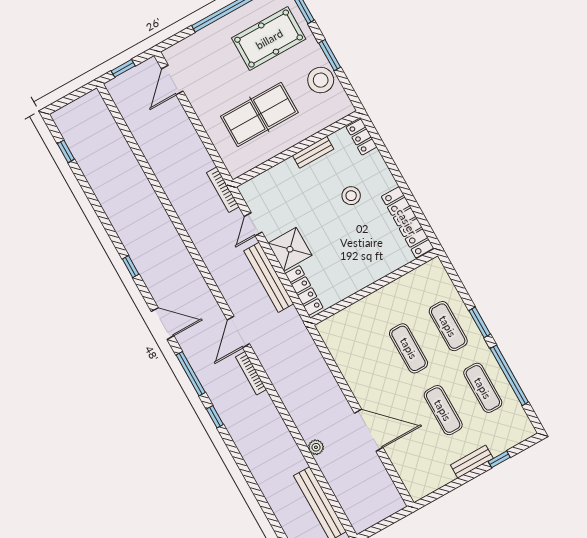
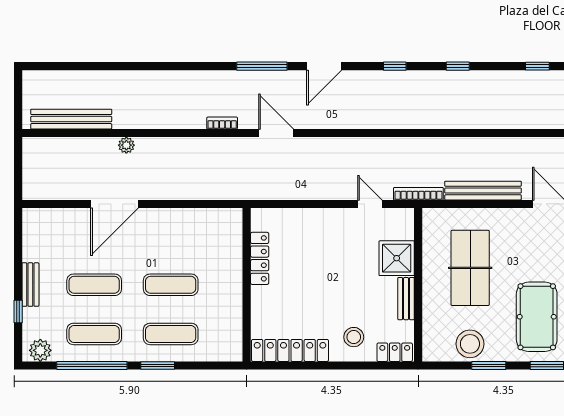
stool: (351, 196) -> (354, 337), moved
shower: (290, 249) -> (397, 258), moved
bench: (269, 277) -> (483, 191), moved
locker: (304, 290) -> (260, 258), moved, turned -90
bookcase: (251, 373) -> (222, 123), width x0.64
window: (215, 417) -> (458, 66), moved
plant: (520, 424) -> (40, 350), added

